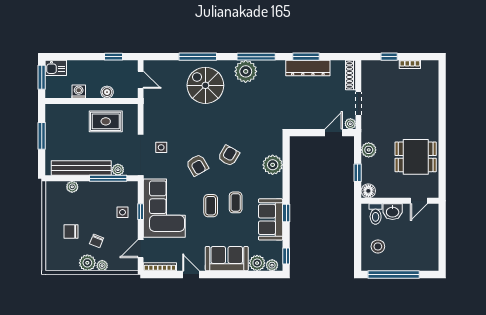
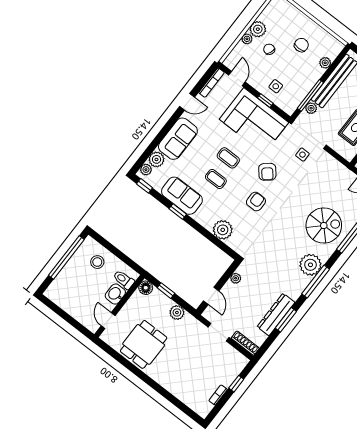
plant: (350, 124) -> (236, 278), moved
armchair: (229, 156) -> (256, 202), turned -120
armchair: (197, 165) -> (267, 172), turned -100
chair: (71, 231) -> (301, 45), moved

